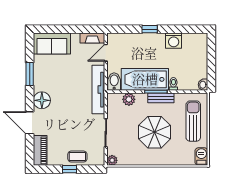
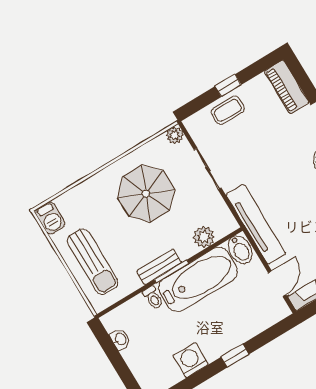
washbasin: (203, 85) -> (120, 339), moved
parasol: (155, 132) -> (146, 194), moved

